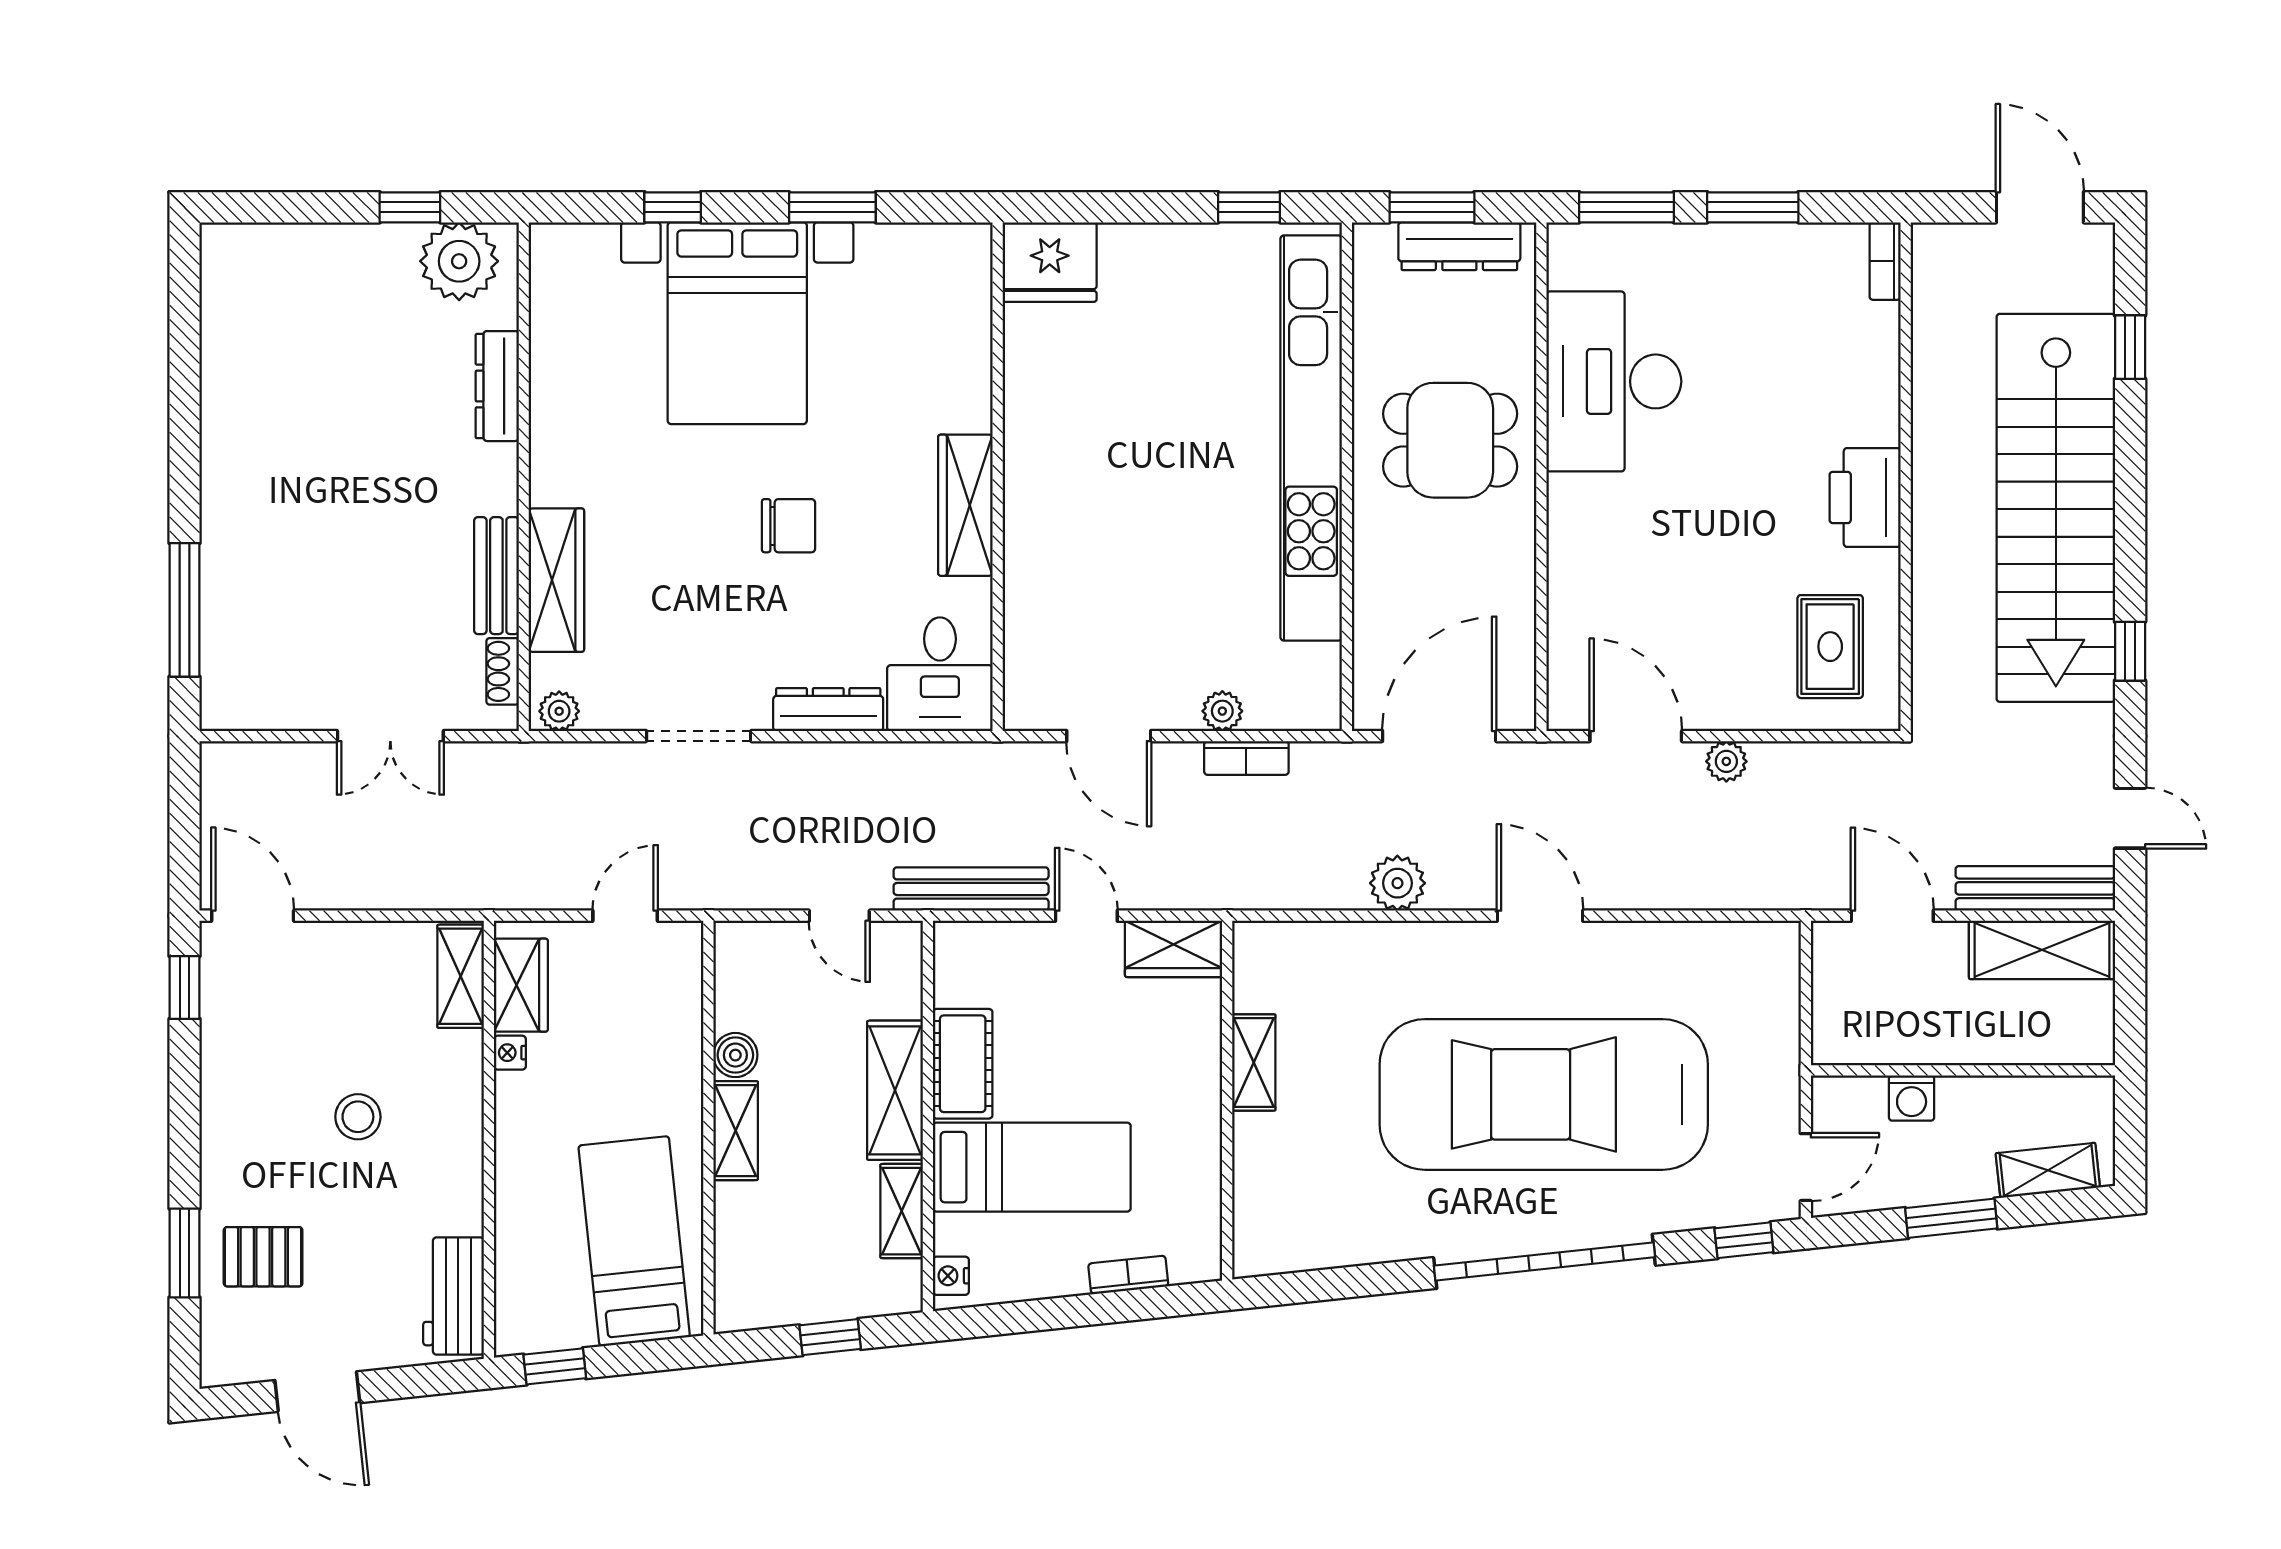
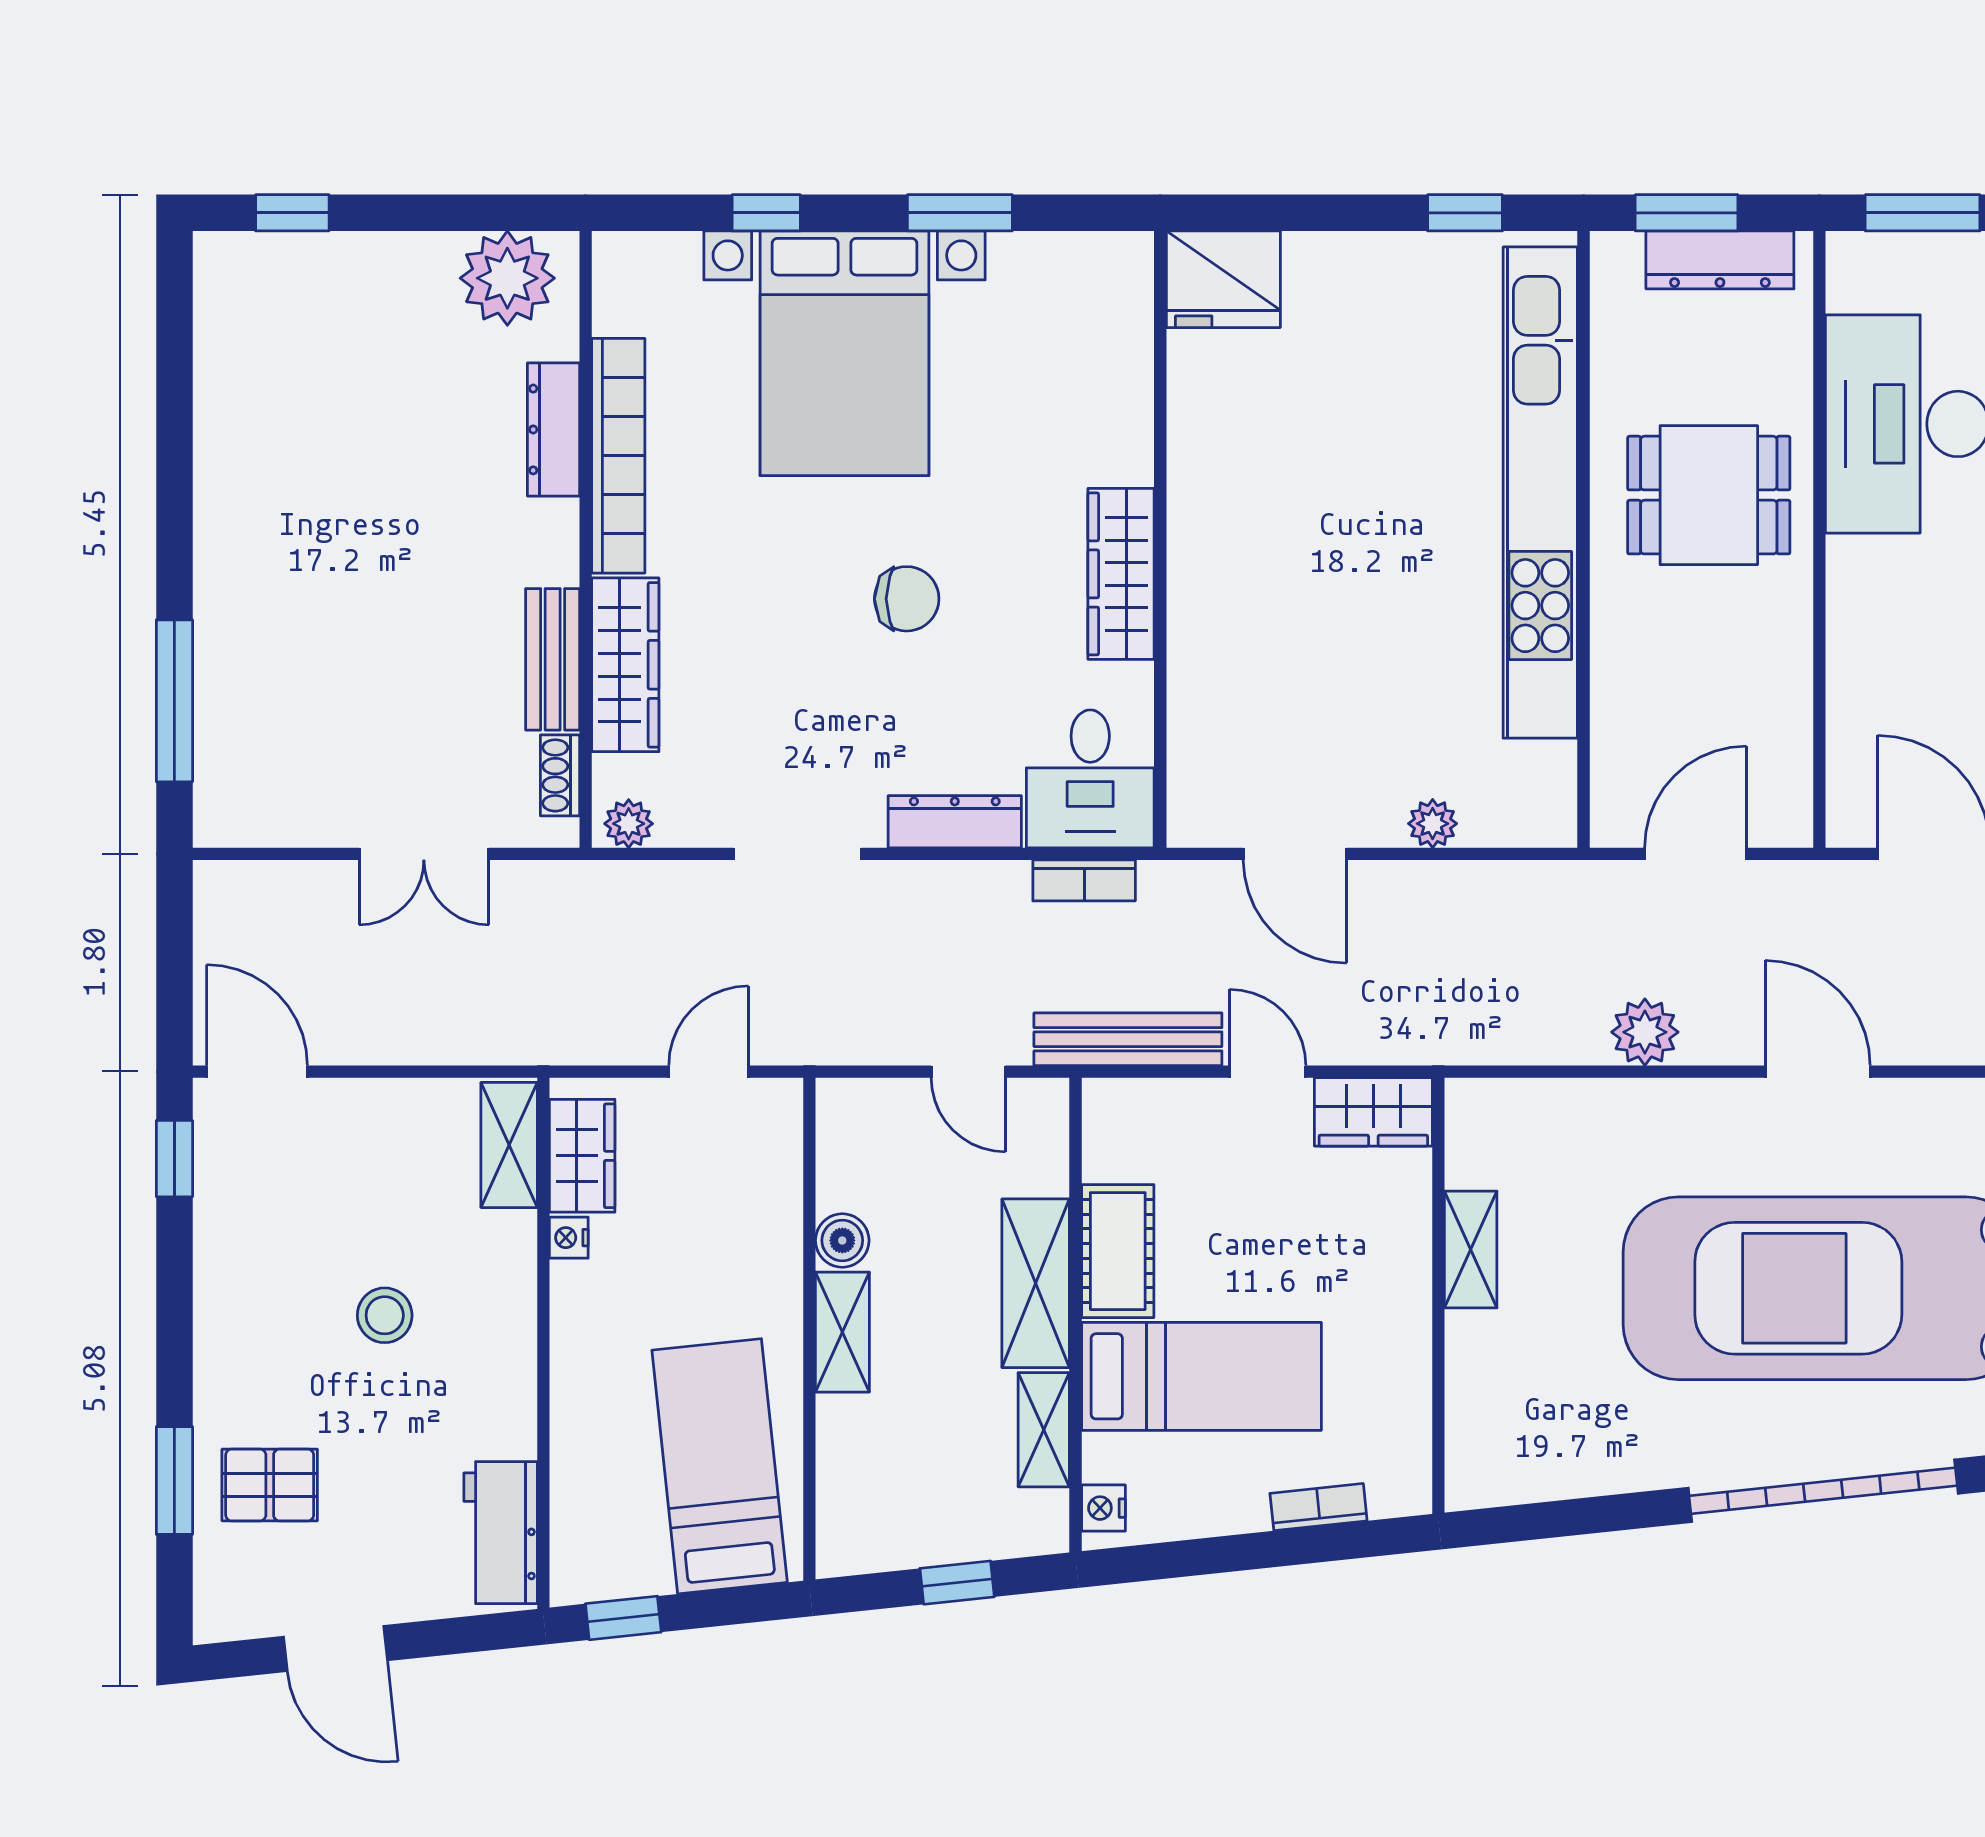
window: (410, 207) -> (292, 213), moved
bookcase: (551, 408) -> (618, 456), added
door: (1439, 736) -> (1695, 854), width x0.73
bookcase: (1246, 758) -> (1084, 880), moved

